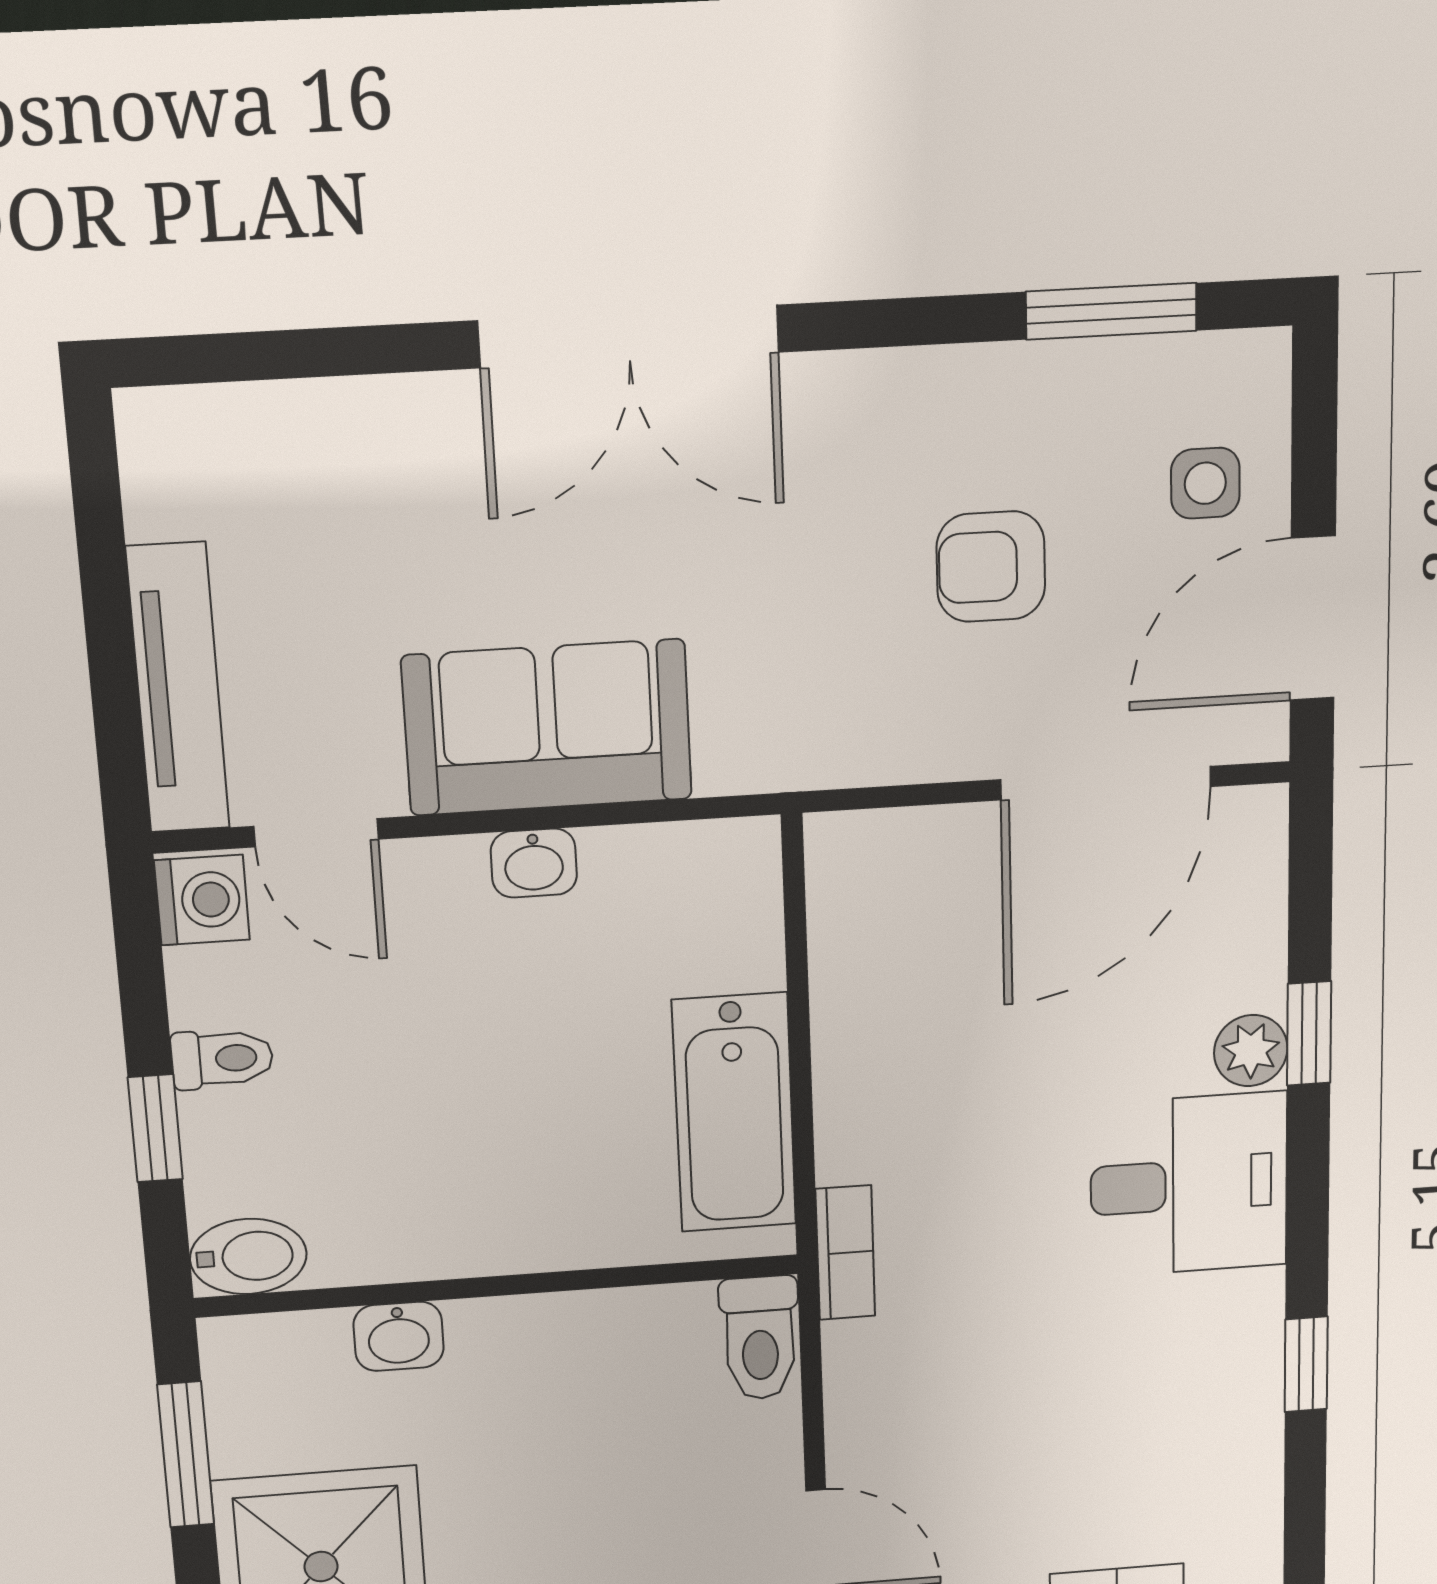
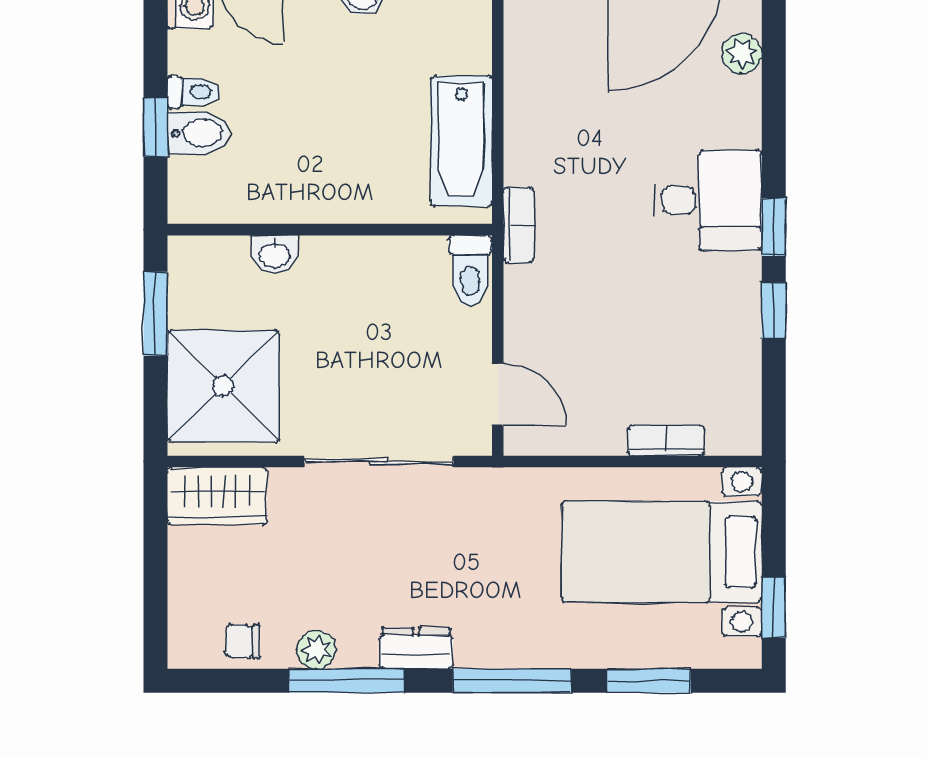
window: (1309, 1033) -> (774, 227), moved
plant: (1251, 1051) -> (742, 54), moved
bidet: (248, 1256) -> (198, 133), moved

